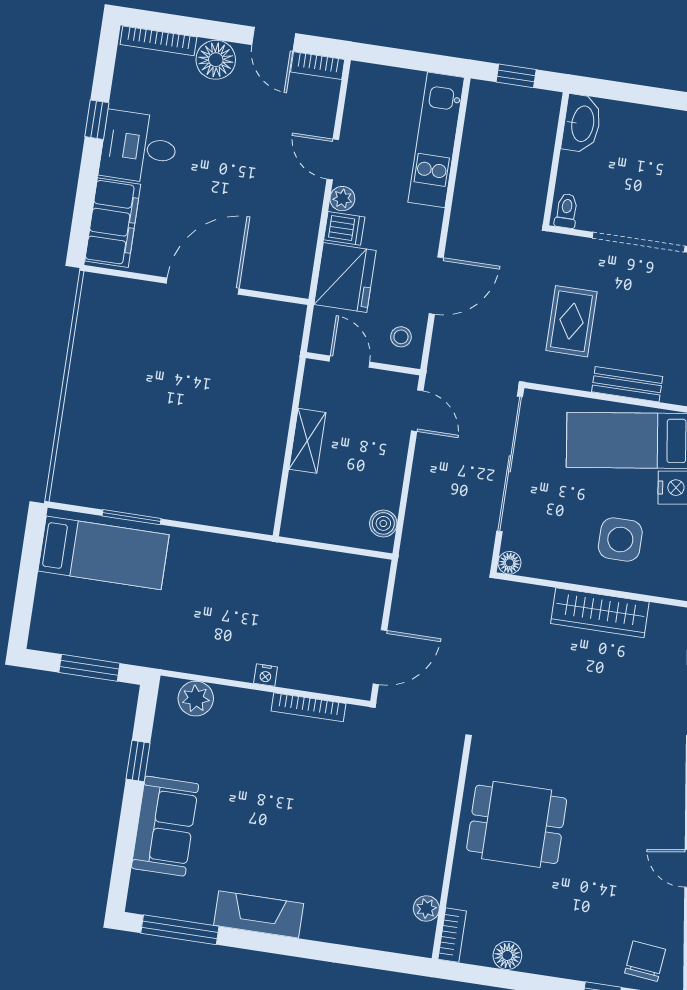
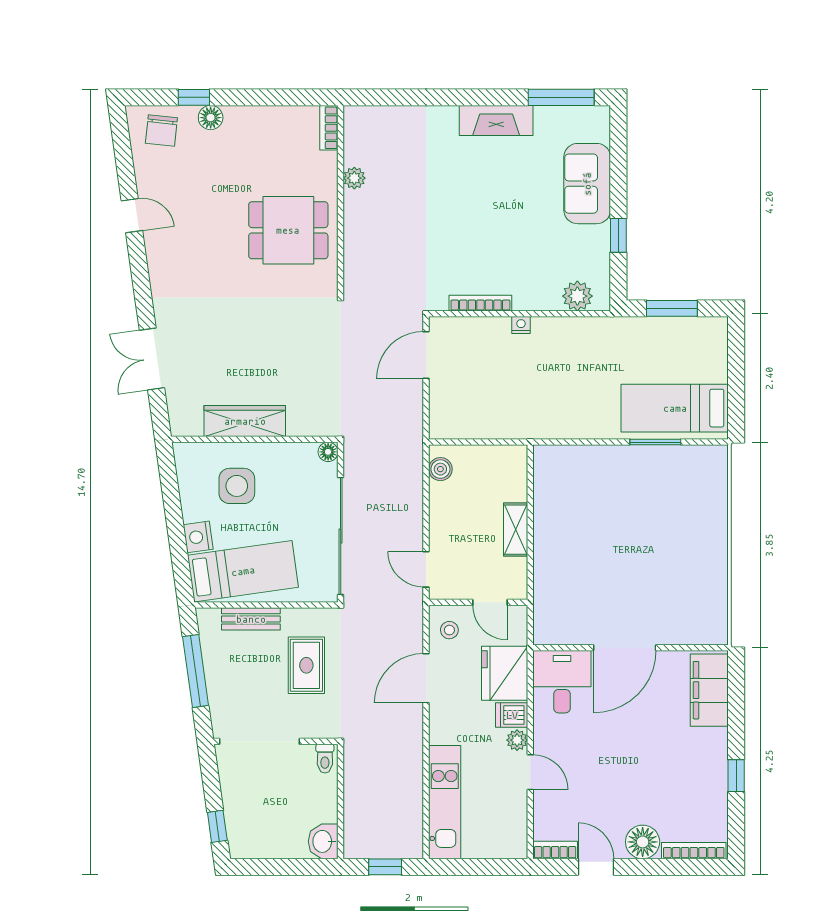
washbasin: (582, 124) -> (323, 841), width x0.72
desk: (139, 147) -> (562, 682), moved, turned -90
plant: (426, 908) -> (354, 178), moved
floor lamp: (507, 955) -> (211, 118), moved

